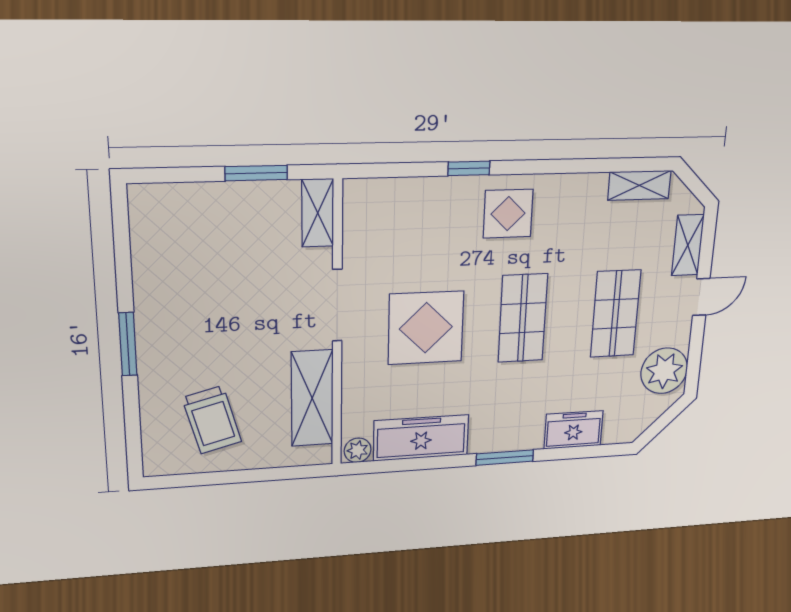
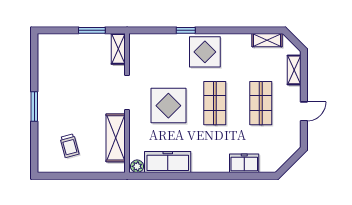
display table: (508, 214) -> (205, 52), width x1.36, depth x1.36
door: (701, 297) -> (304, 111), moved
plant: (664, 371) -> (289, 134), removed
trolley: (212, 420) -> (70, 146), width x0.73, depth x0.72
window: (505, 458) -> (210, 176), removed

